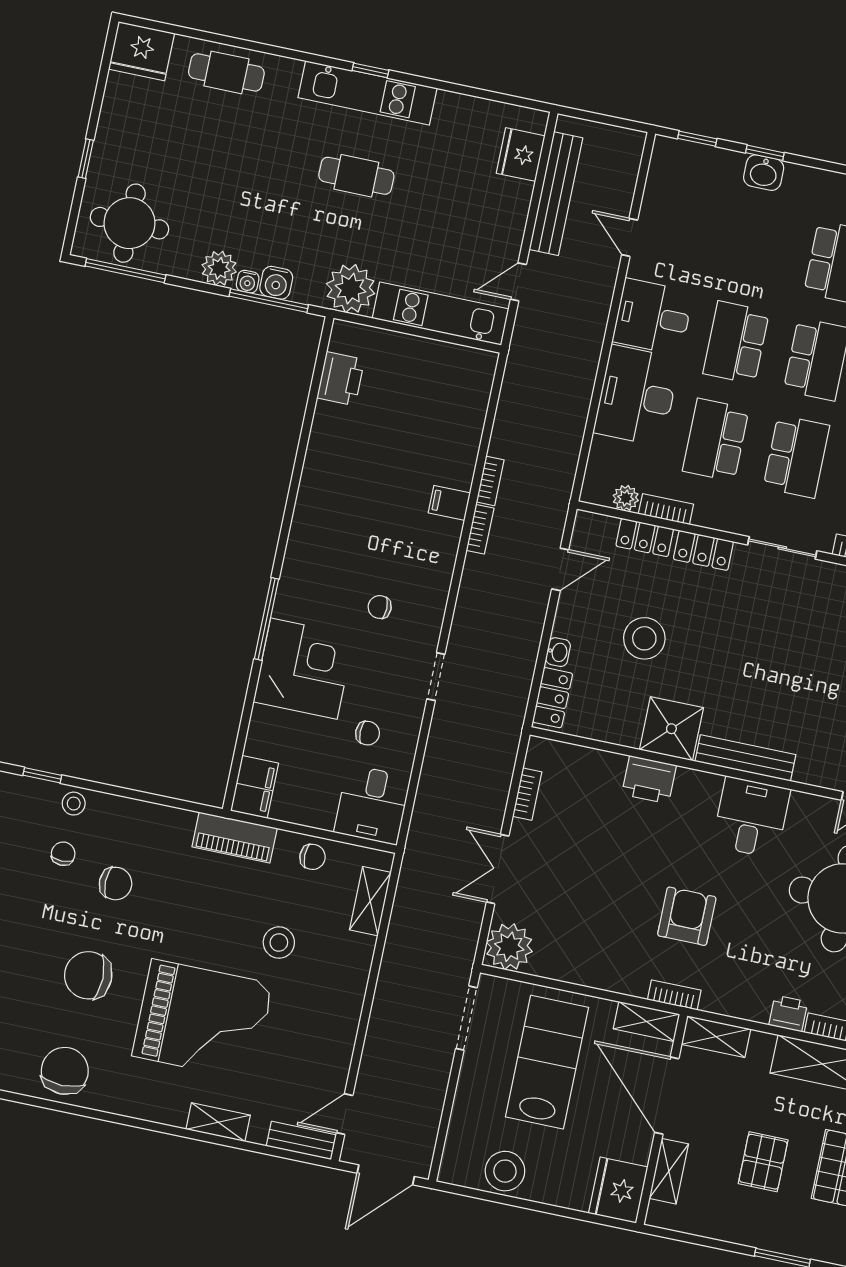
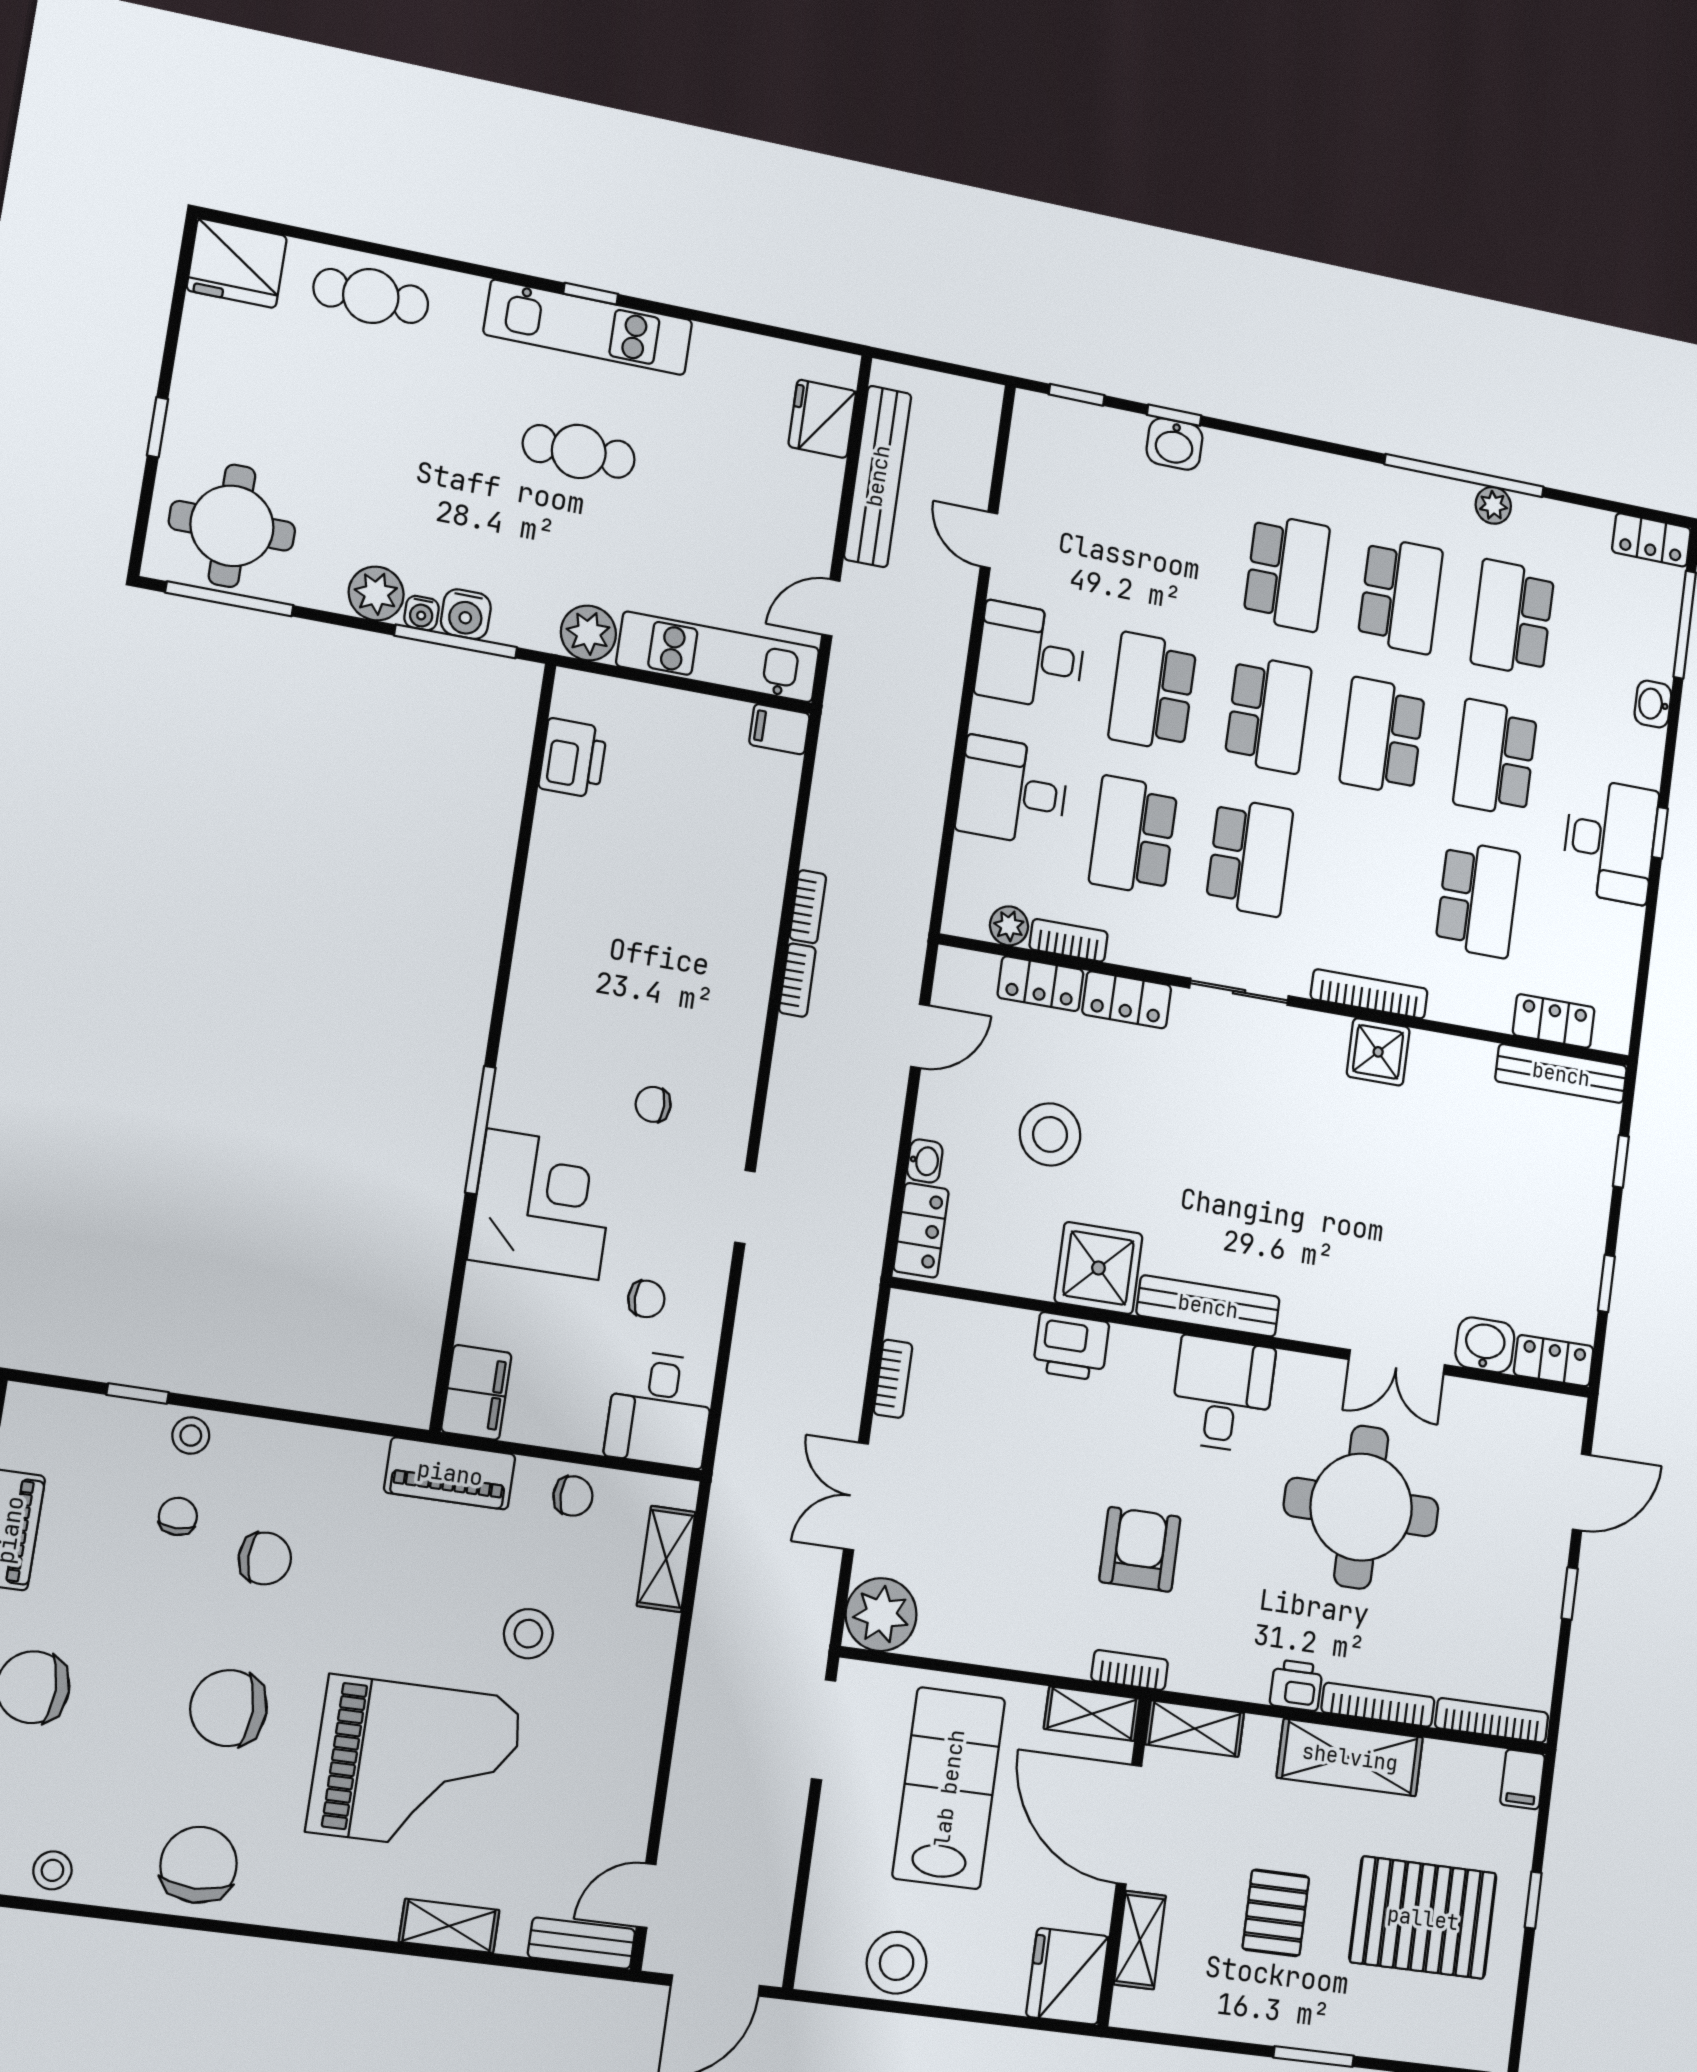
plant: (351, 289) -> (588, 633), width x0.73, depth x0.73
desk: (637, 396) -> (1012, 791), width x0.73
filing cabinet: (449, 503) -> (779, 729), moved

